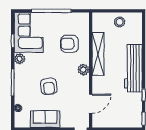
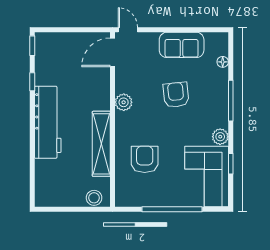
stool: (120, 22) -> (94, 198), moved
armchair: (69, 44) -> (145, 159), turned -90
plant: (83, 70) -> (124, 102), moved
door: (91, 104) -> (113, 52), moved

